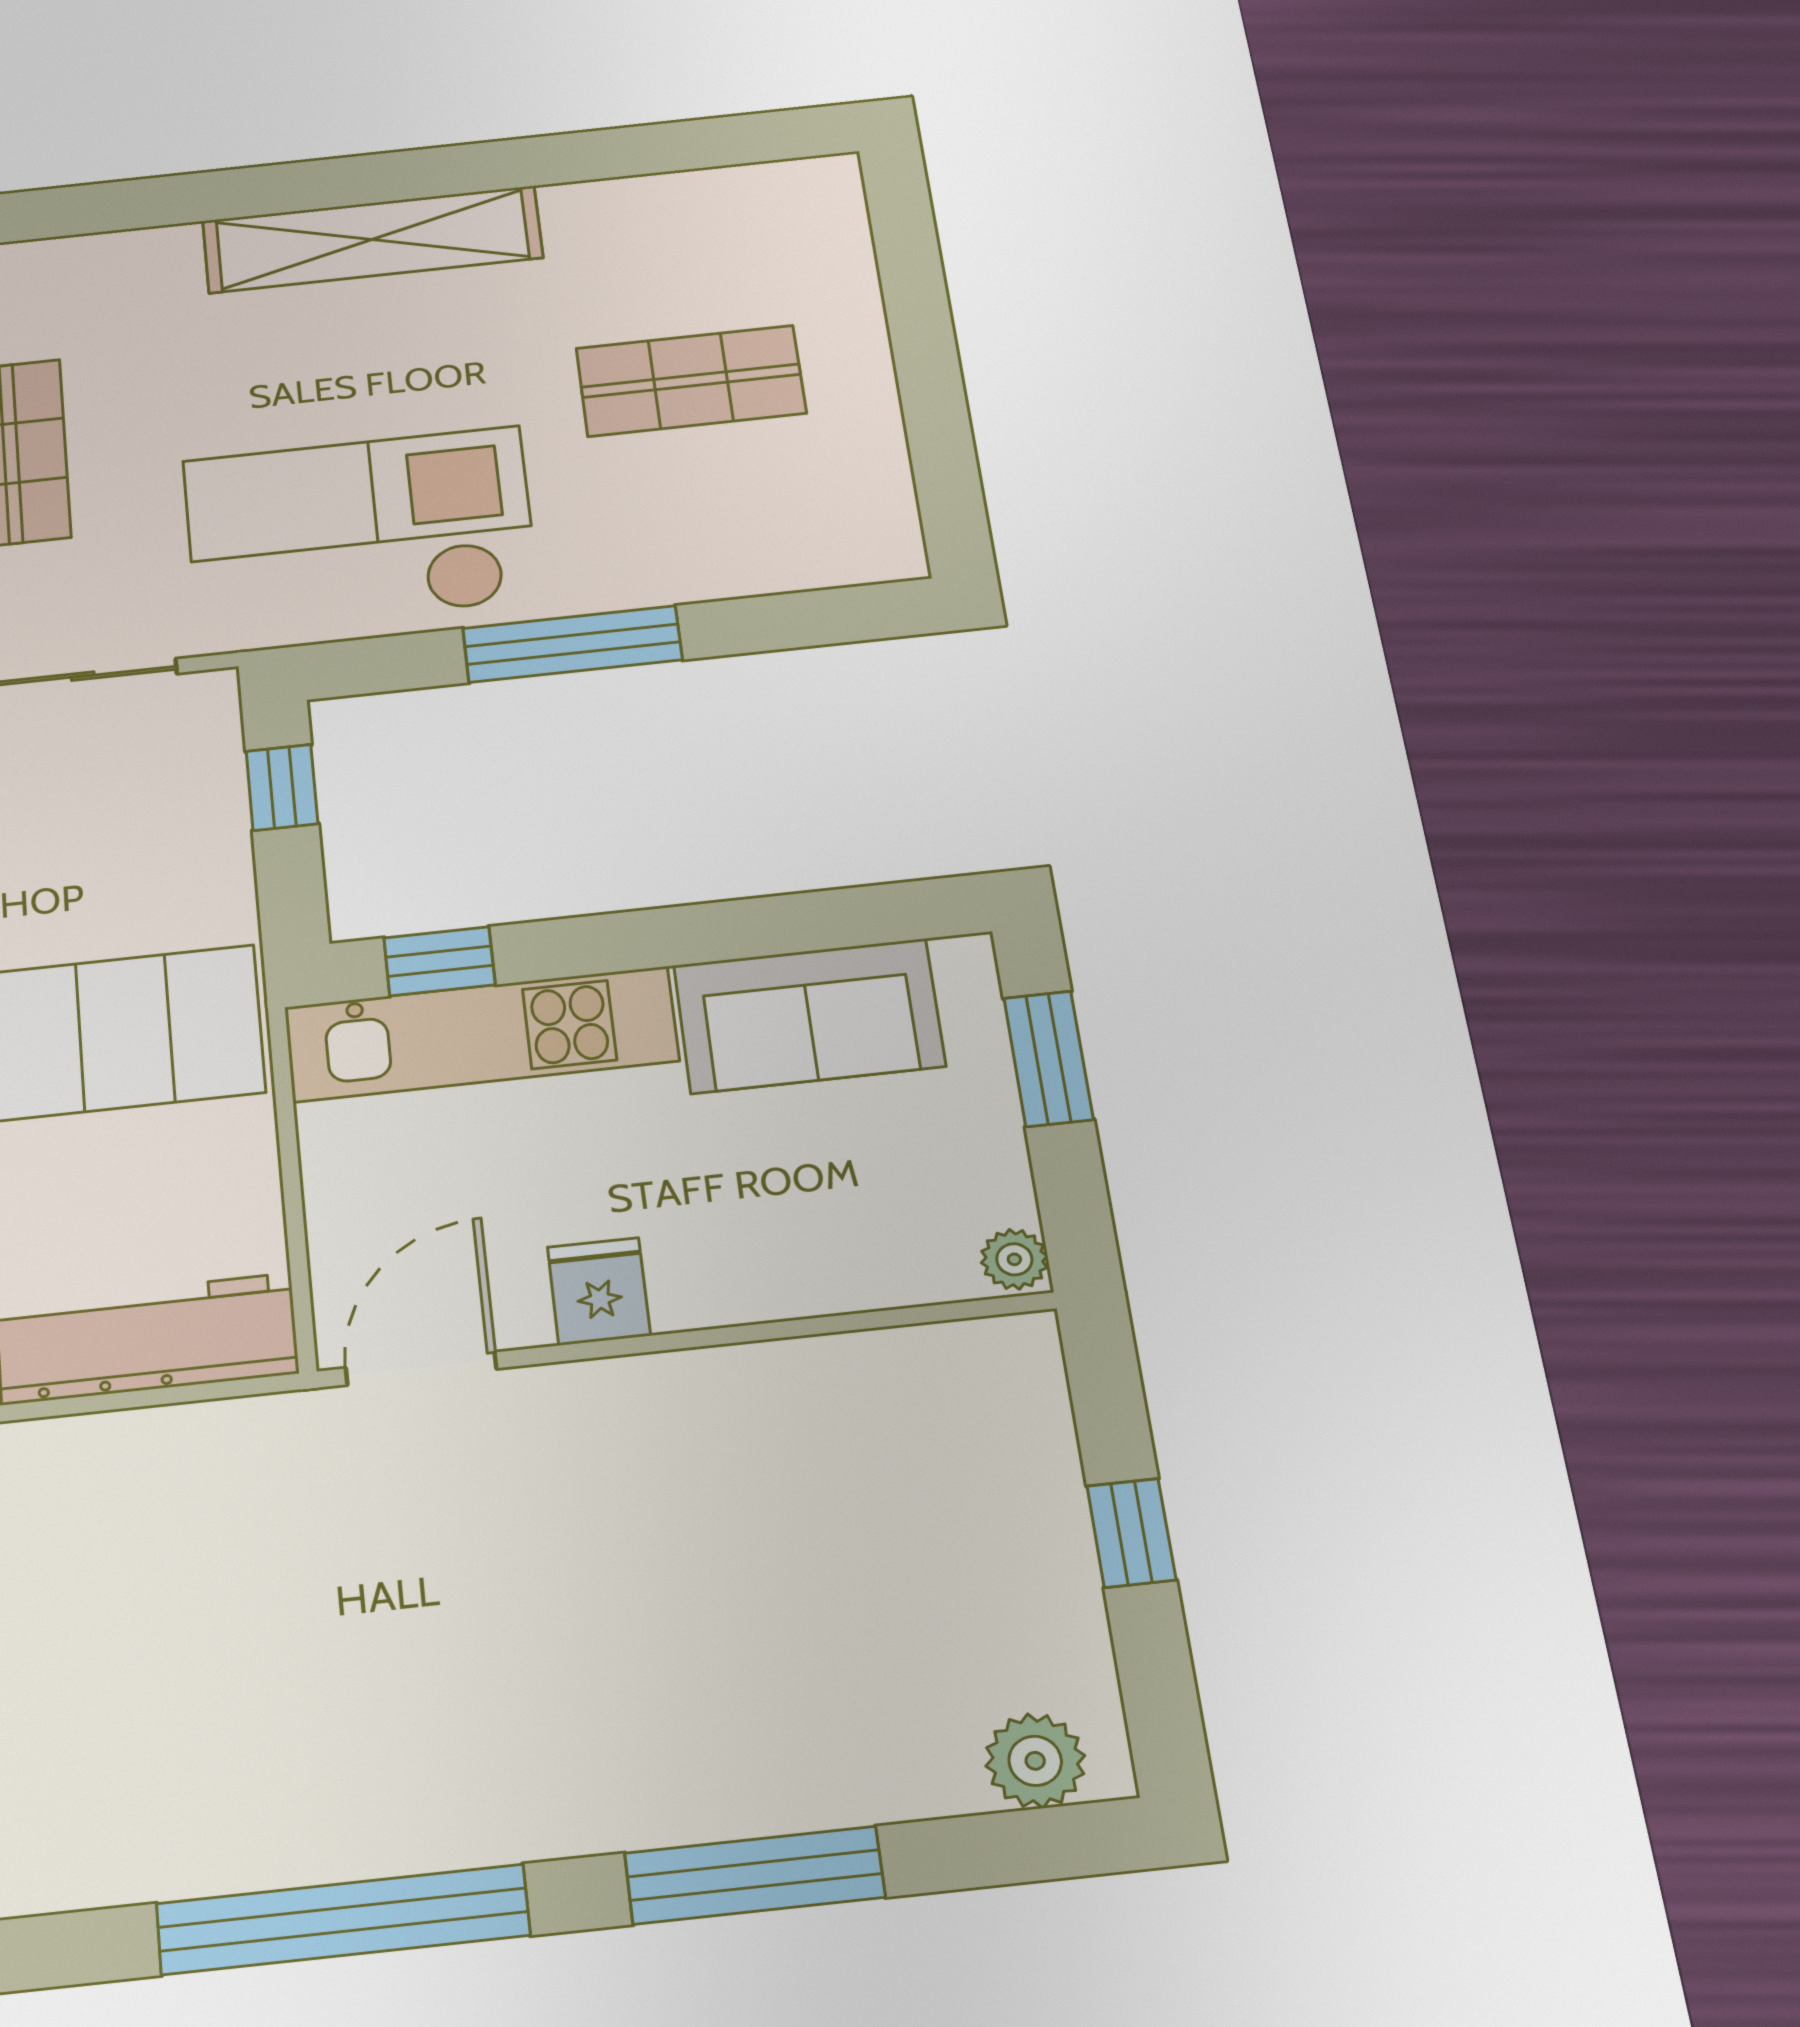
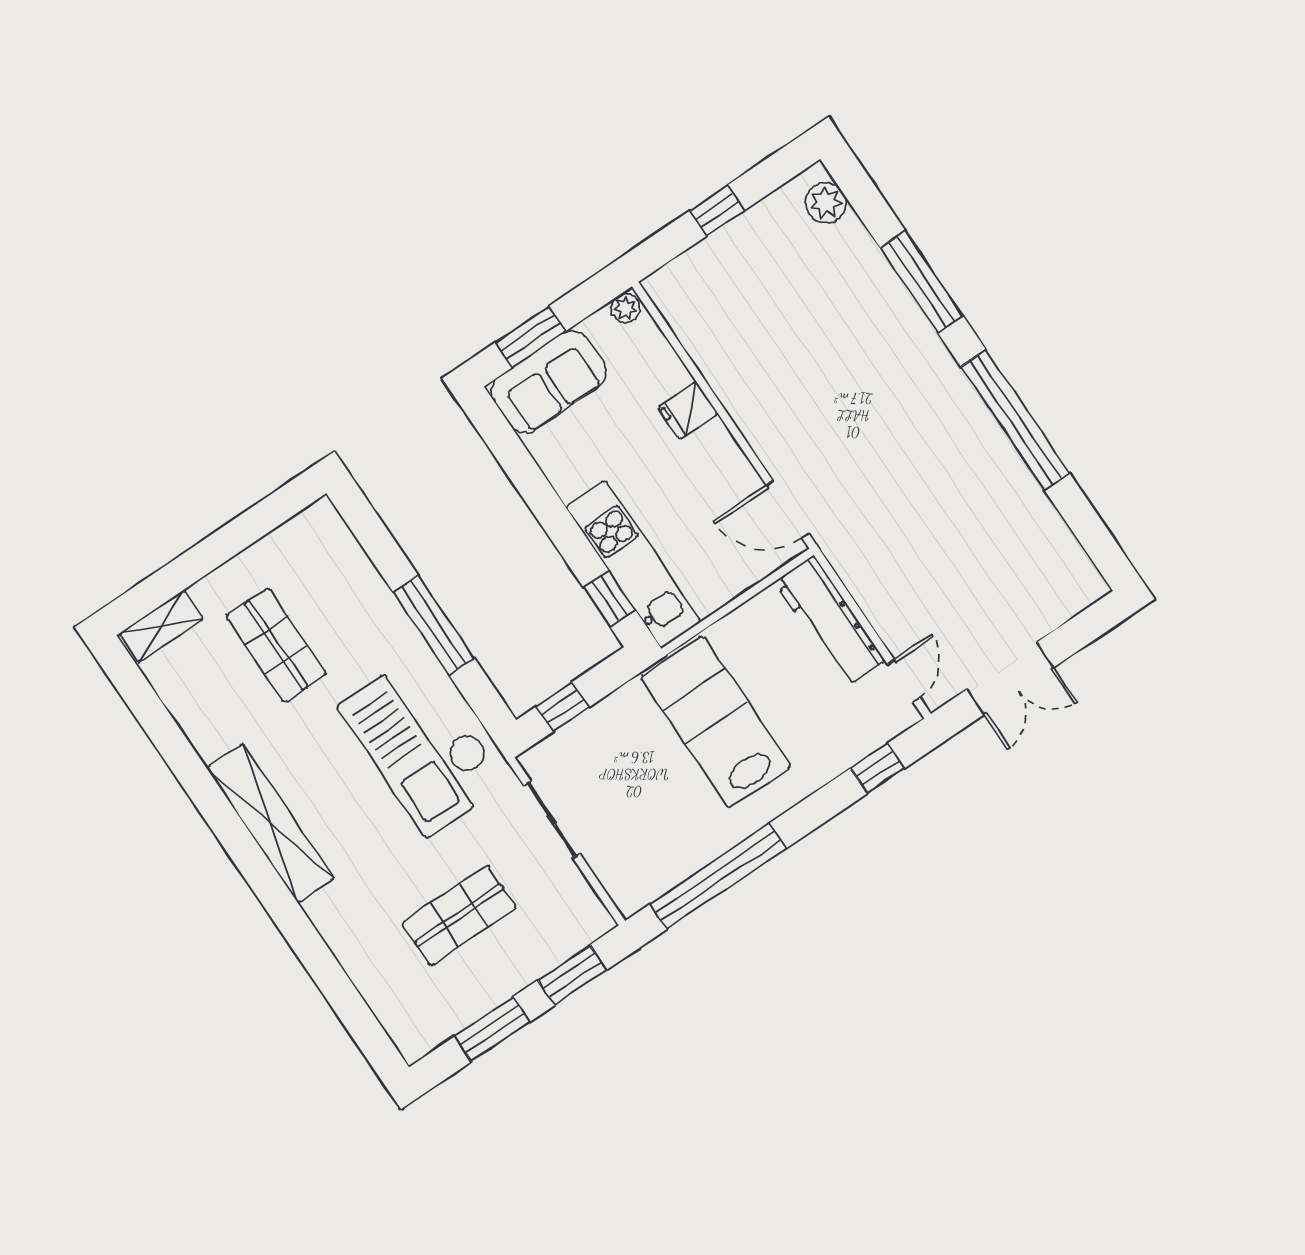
shelving: (835, 223) -> (161, 626), added
sofa: (809, 1016) -> (549, 382), moved, turned 90
fridge: (599, 1291) -> (688, 411), moved

